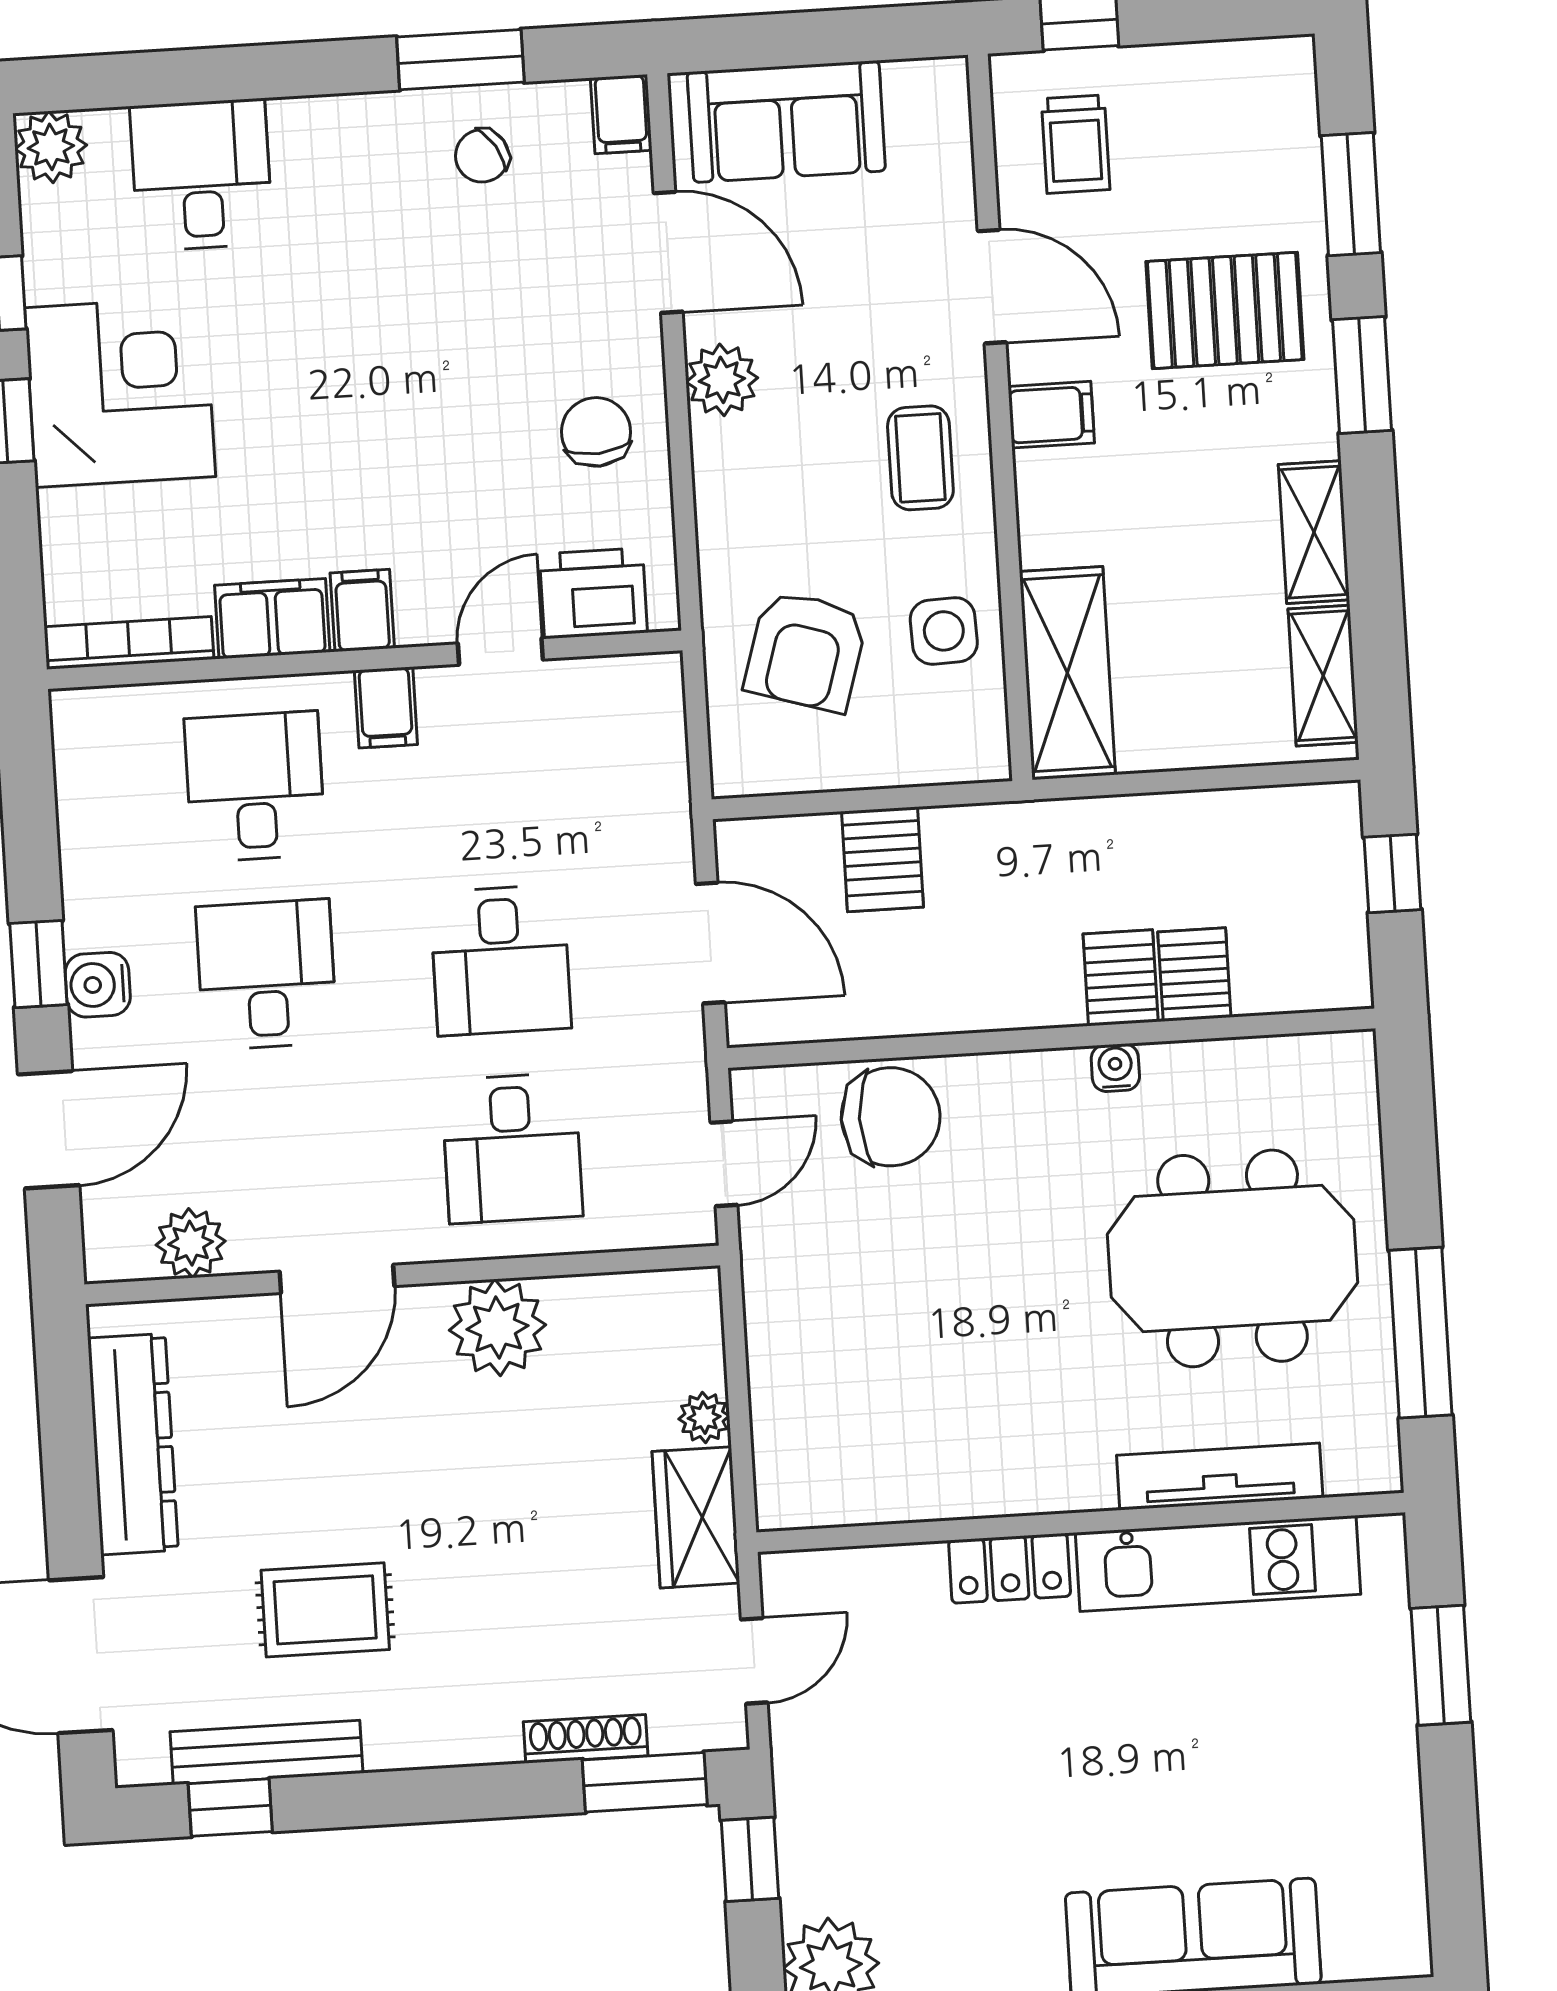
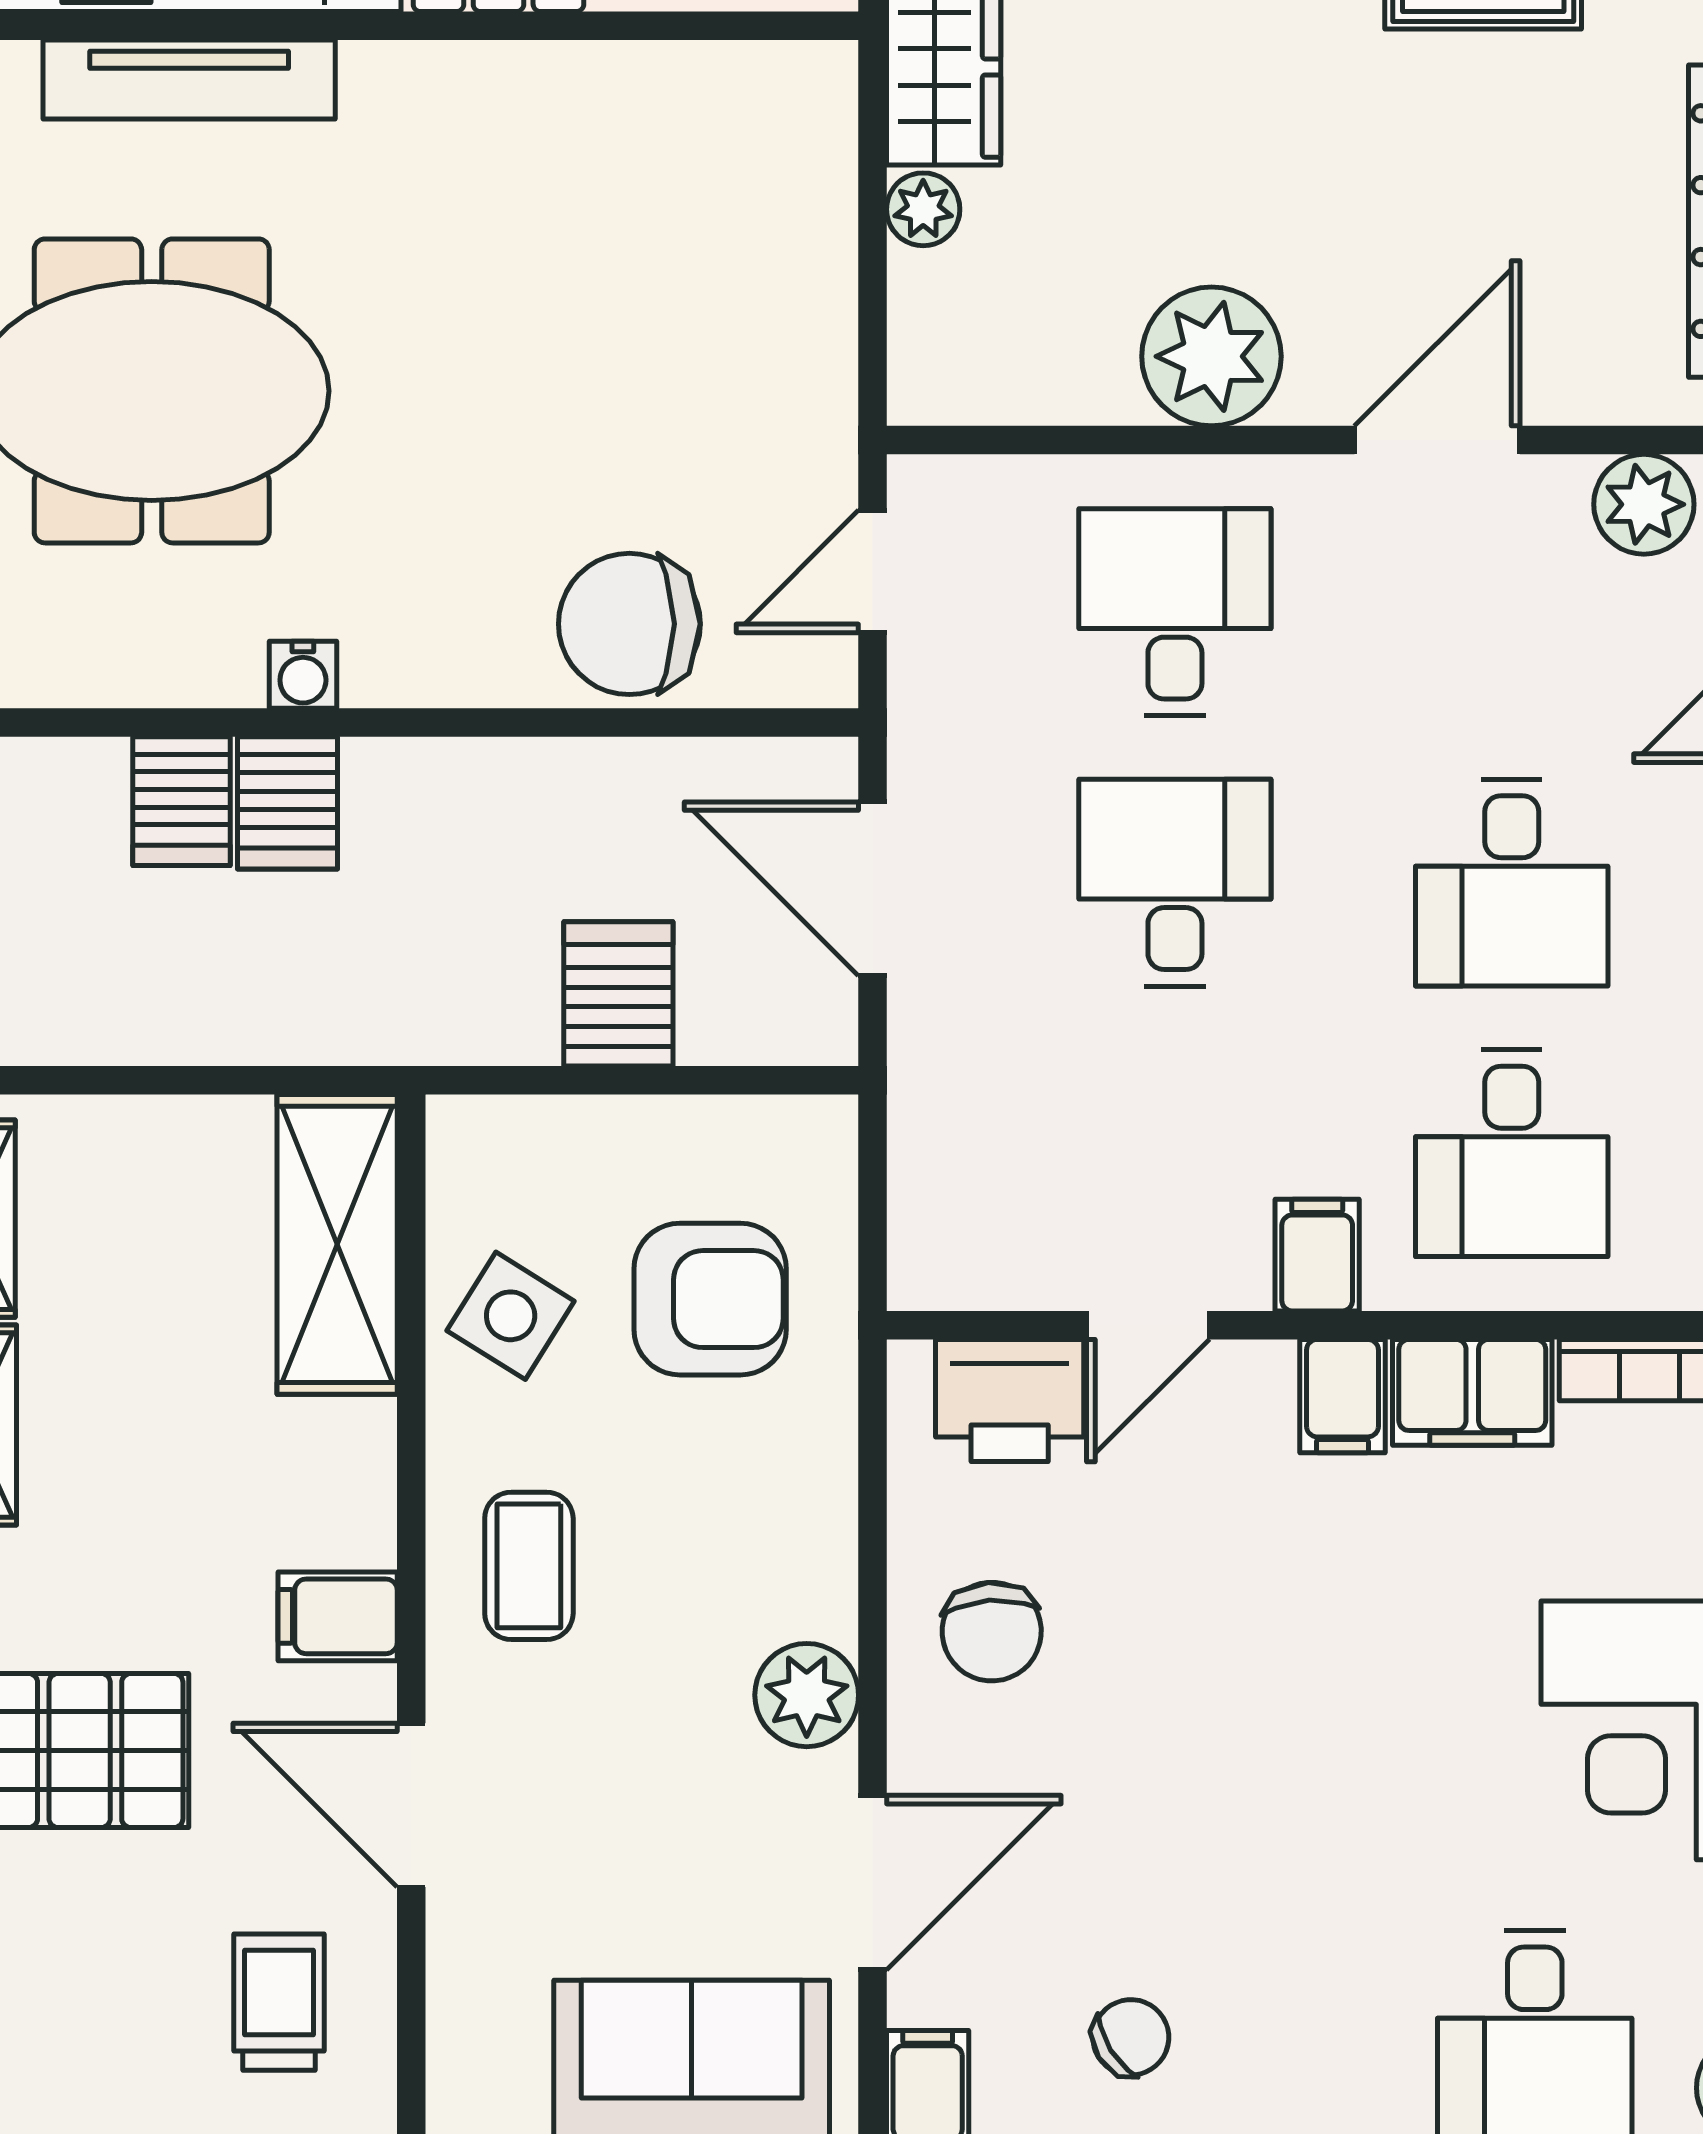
door: (668, 252) -> (873, 1883), swing flipped
side table: (944, 631) -> (511, 1316), turned 34
armchair: (806, 651) -> (710, 1299), turned 73

